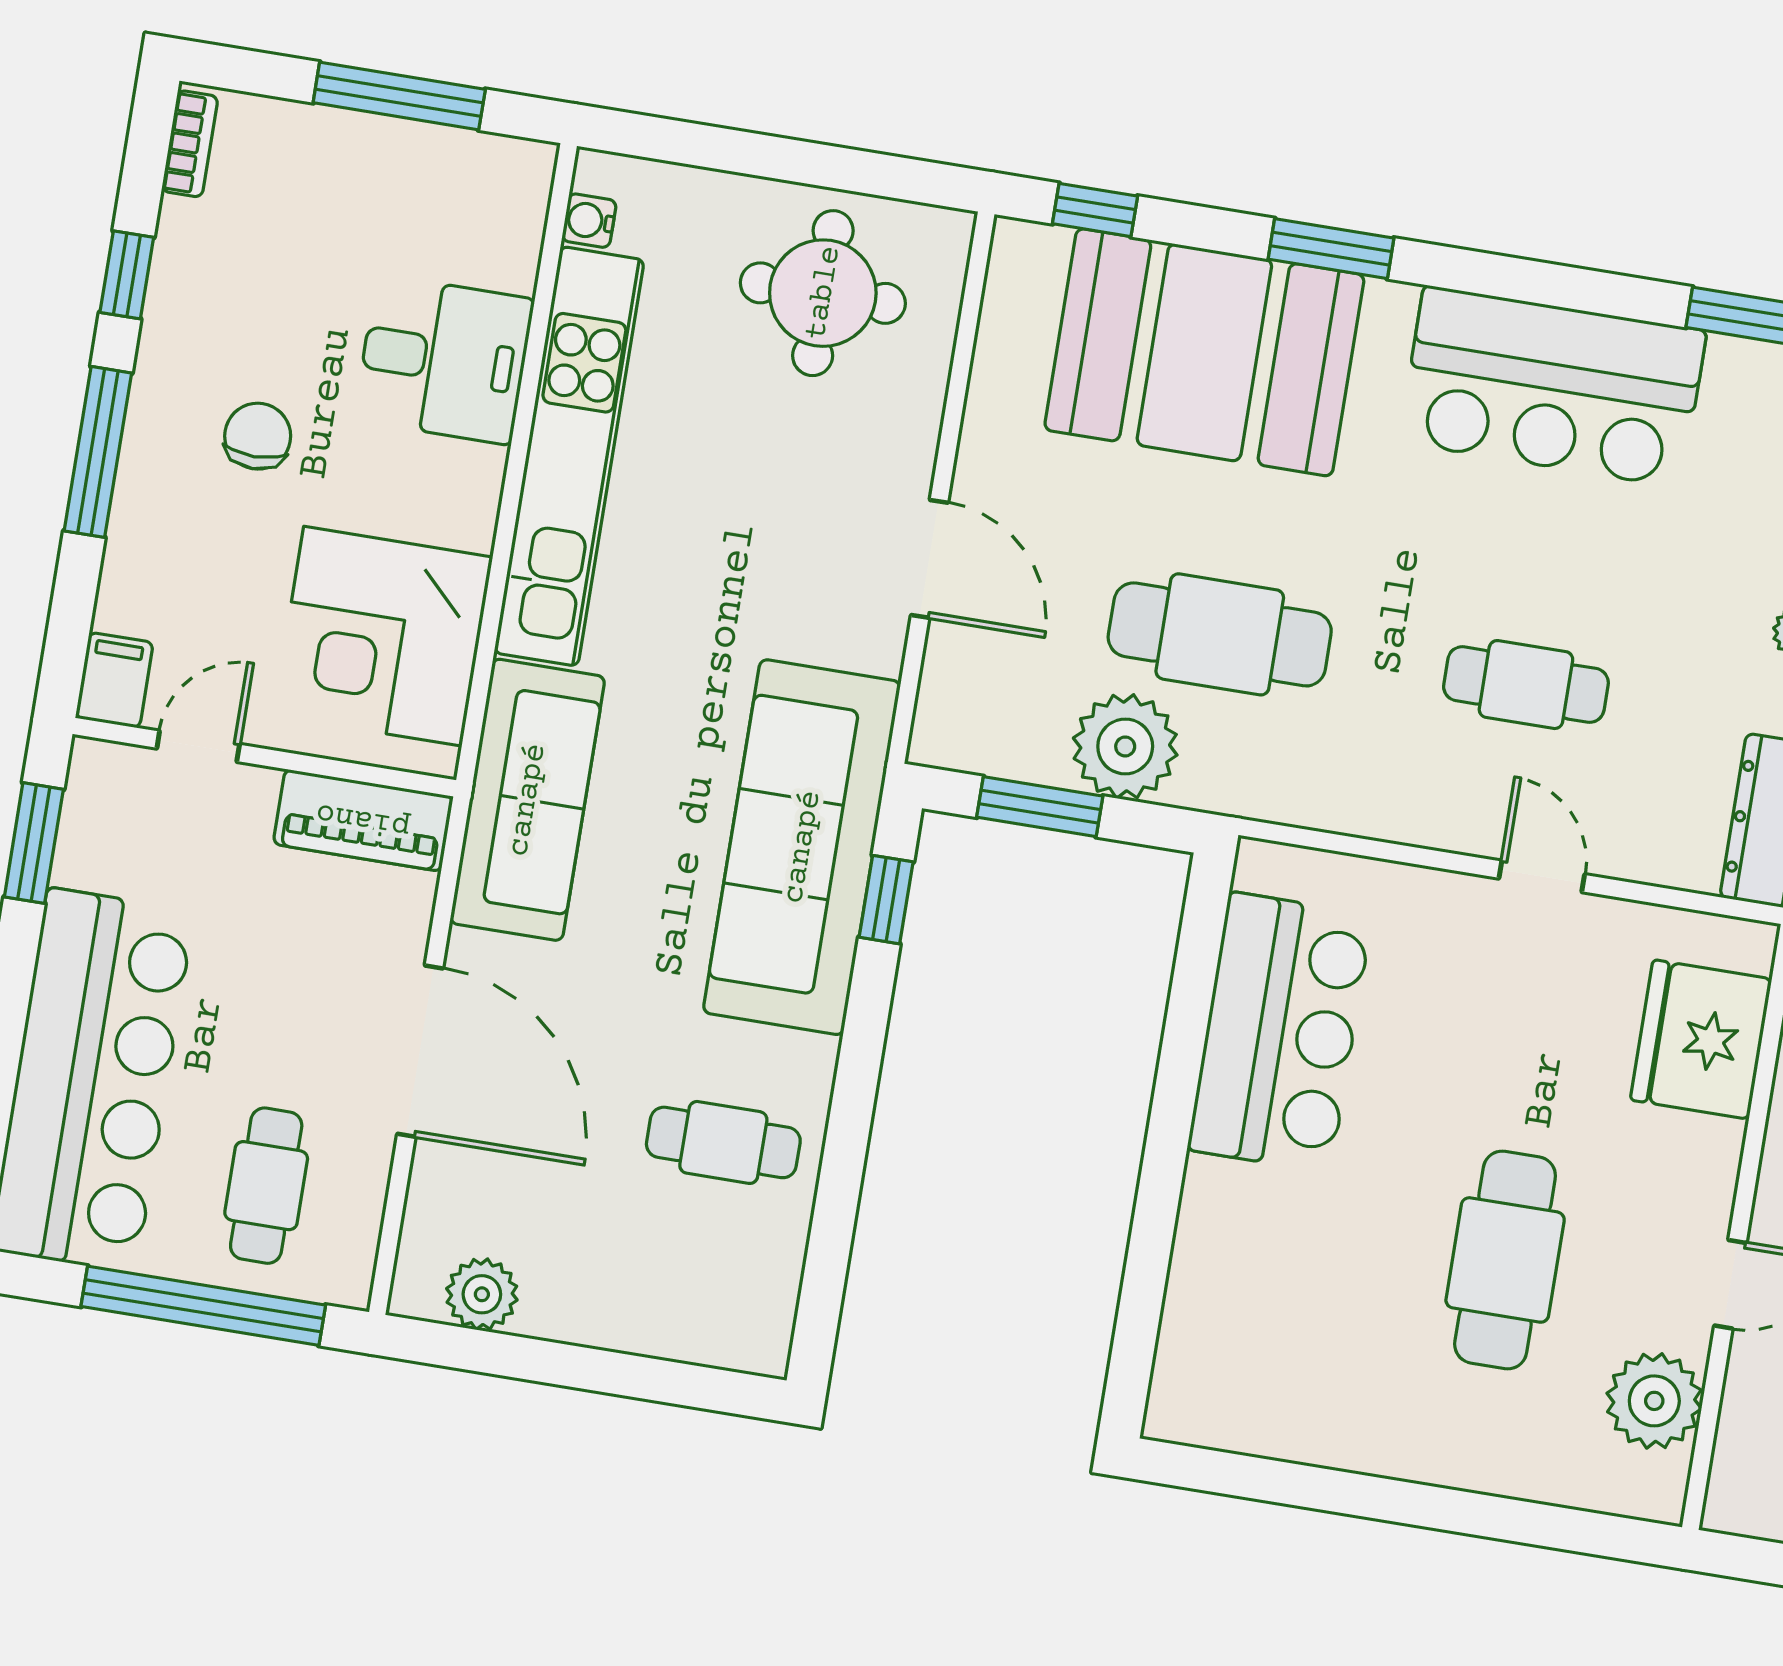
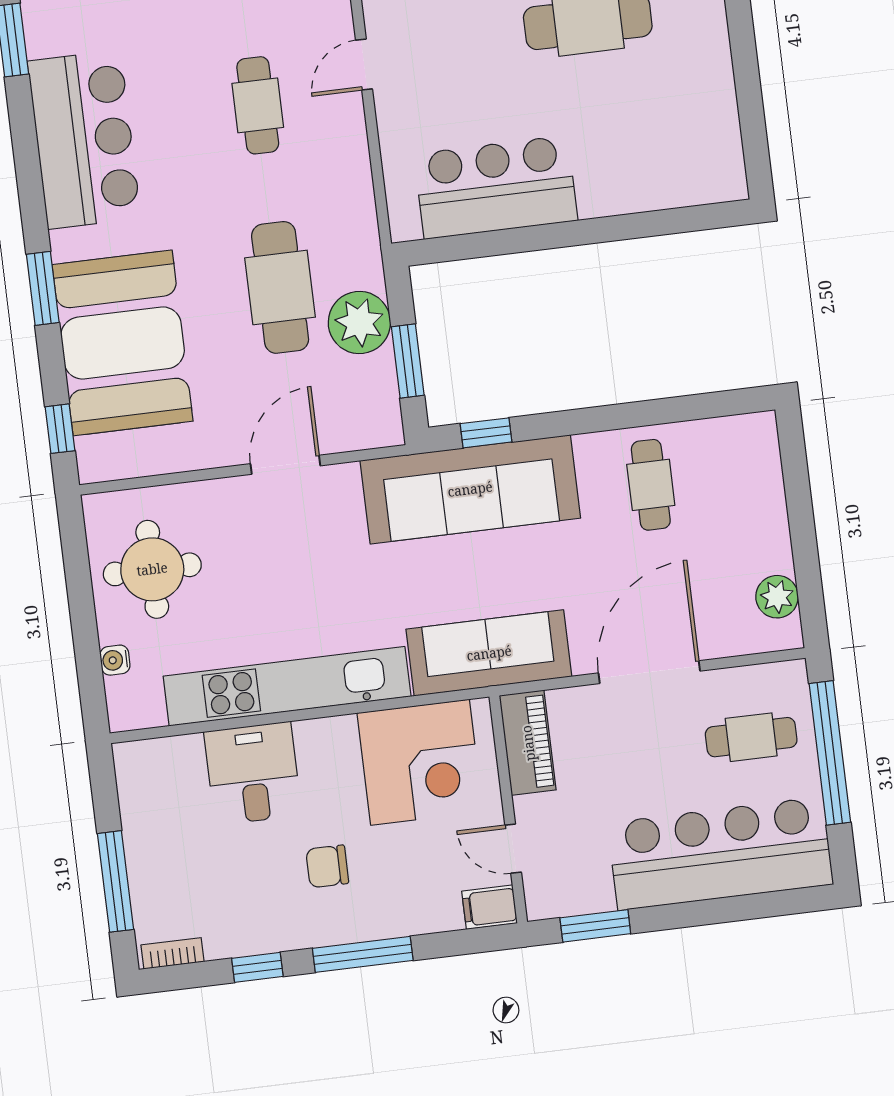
window: (399, 96) -> (116, 881), moved
water cooler: (589, 221) -> (115, 660), moved, turned 90

